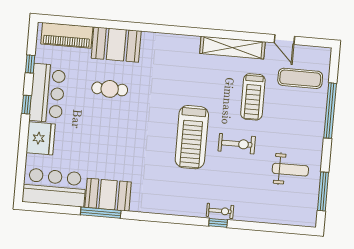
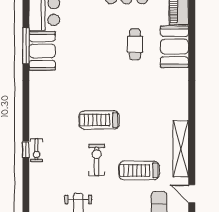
door: (284, 40) -> (192, 194), hinge flipped
treadmill: (192, 137) -> (99, 120), width x0.73, depth x0.73
exercise bike: (237, 144) -> (97, 160), turned 180

